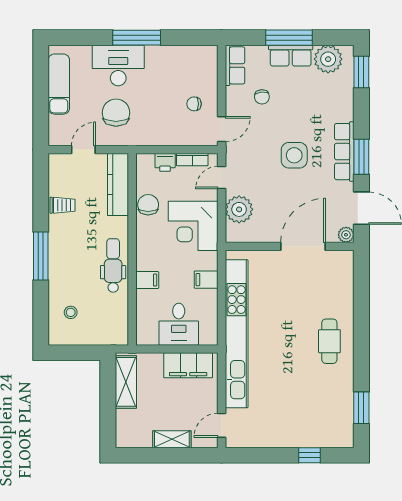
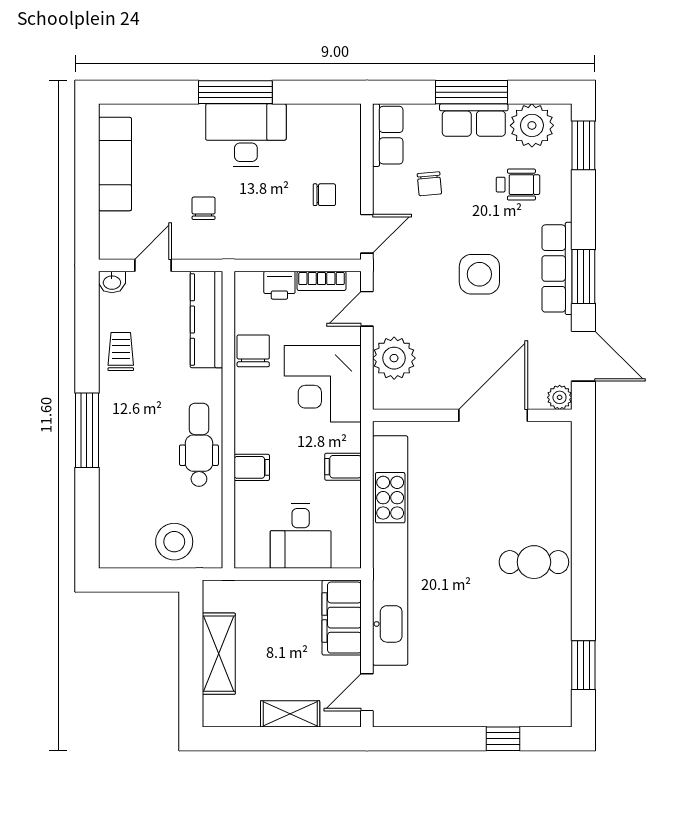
desk: (118, 65) -> (246, 135), moved
wheelchair: (319, 97) -> (518, 185), added
chair: (194, 104) -> (324, 195), turned 180
chair: (116, 113) -> (204, 208), width x0.54, depth x0.54
washbasin: (57, 160) -> (112, 282), added
trolley: (63, 205) -> (121, 352), turned -90
stool: (71, 312) -> (174, 542), moved, width x1.89, depth x1.89
cafe table: (329, 341) -> (534, 562), turned 90
filing cabinet: (188, 365) -> (342, 618), moved, turned 90
shelving: (126, 382) -> (219, 654), moved

